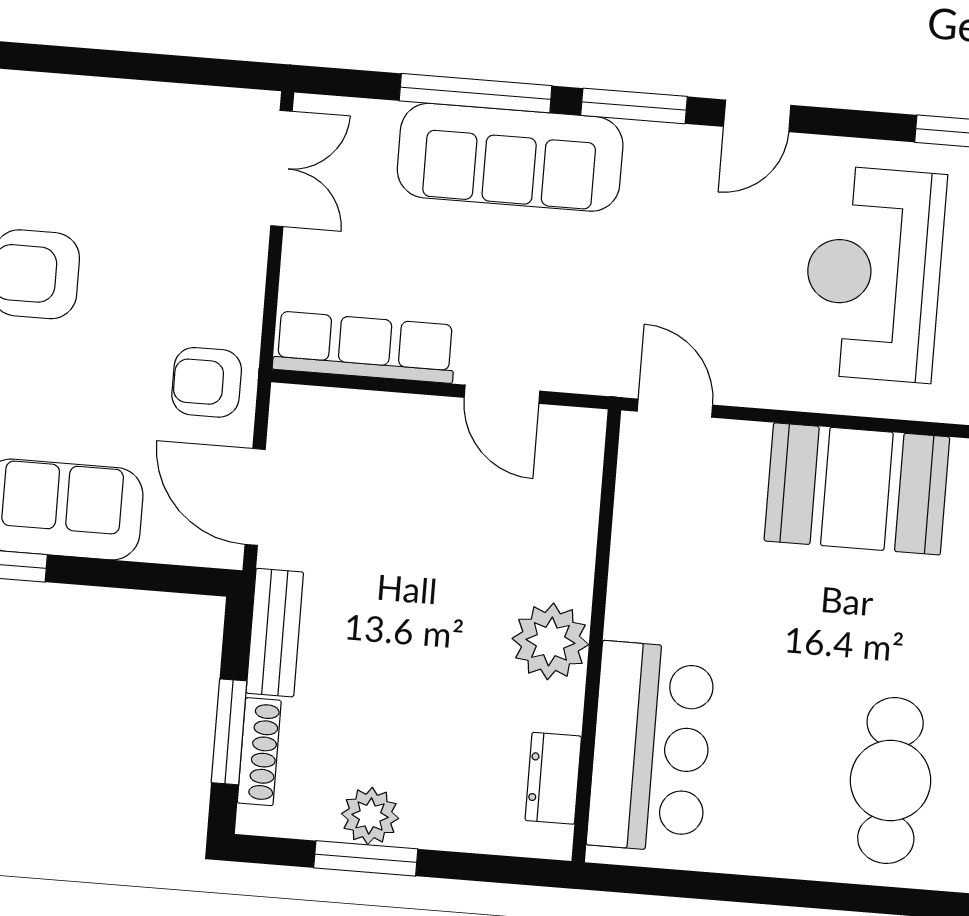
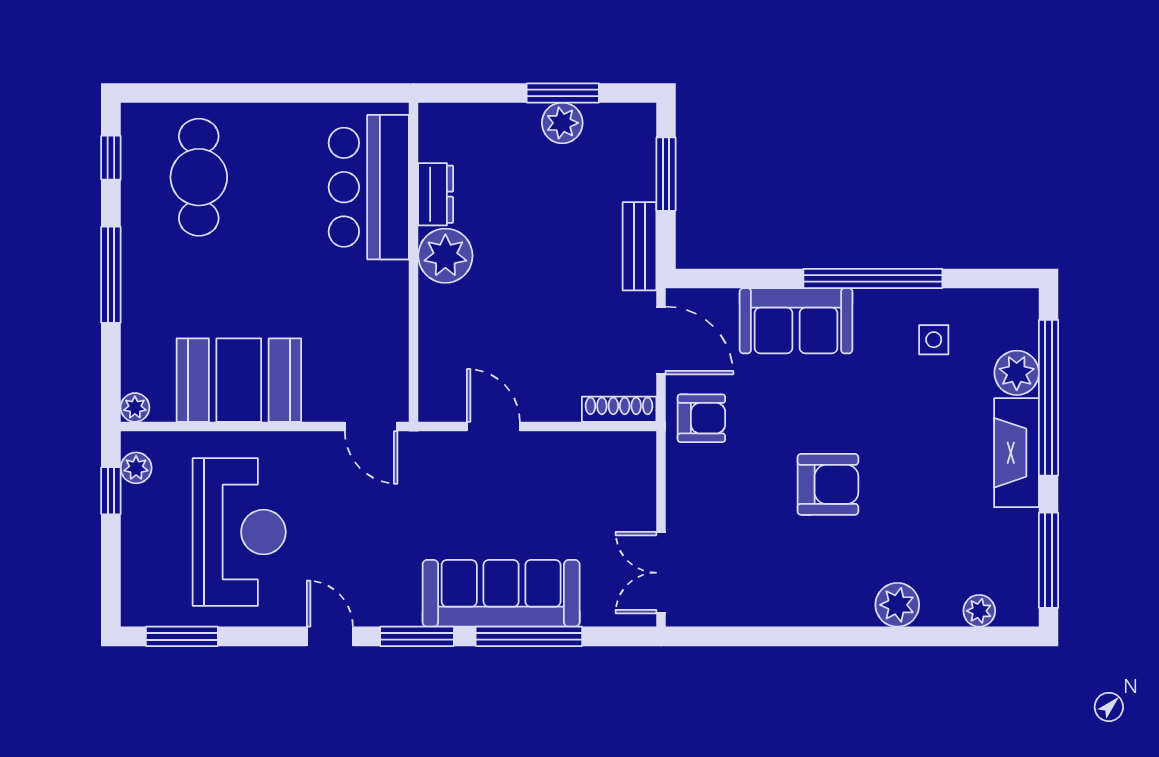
door: (757, 116) -> (330, 636), hinge flipped
row of seats: (365, 347) -> (593, 452), removed
shoe rack: (259, 752) -> (619, 409), moved, turned 90
dresser: (553, 778) -> (436, 194), moved

